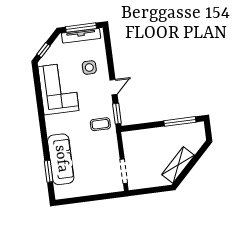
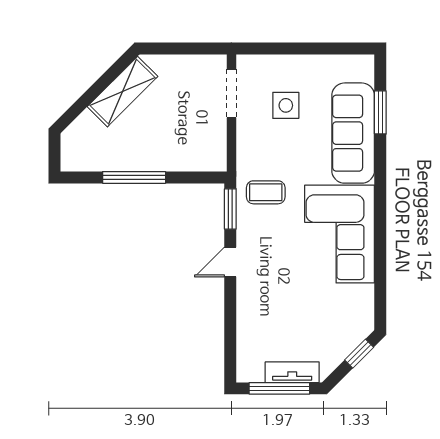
tv unit: (81, 36) -> (292, 372), width x0.71
side table: (89, 67) -> (286, 105), moved
corner sofa: (58, 89) -> (340, 234), moved
window: (180, 121) -> (134, 177), moved

